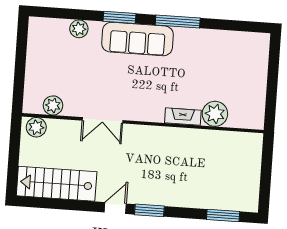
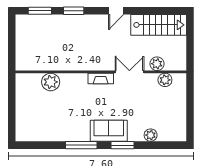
sofa: (137, 39) -> (109, 131), width x0.73
fireplace: (183, 117) -> (101, 78), moved
plant: (36, 127) -> (157, 64), moved
window: (149, 210) -> (74, 11), moved

